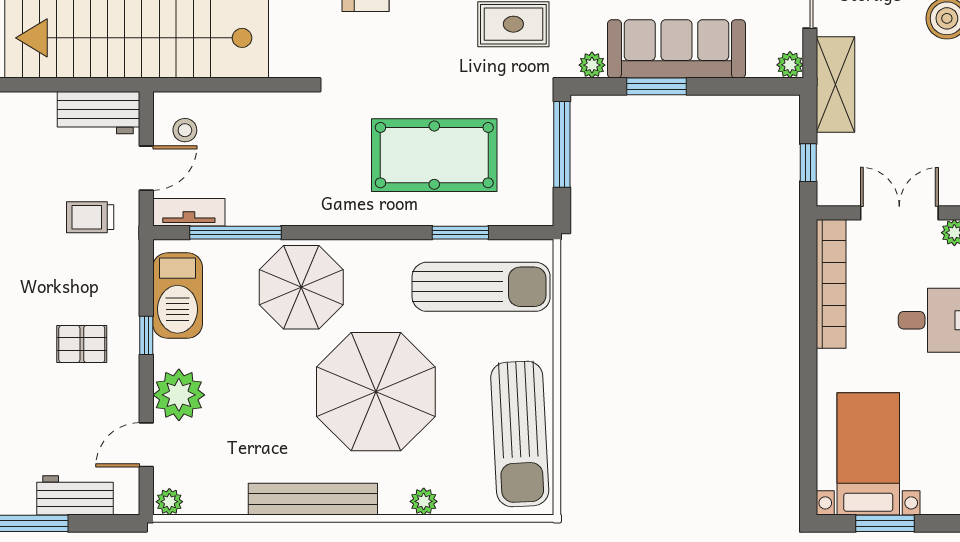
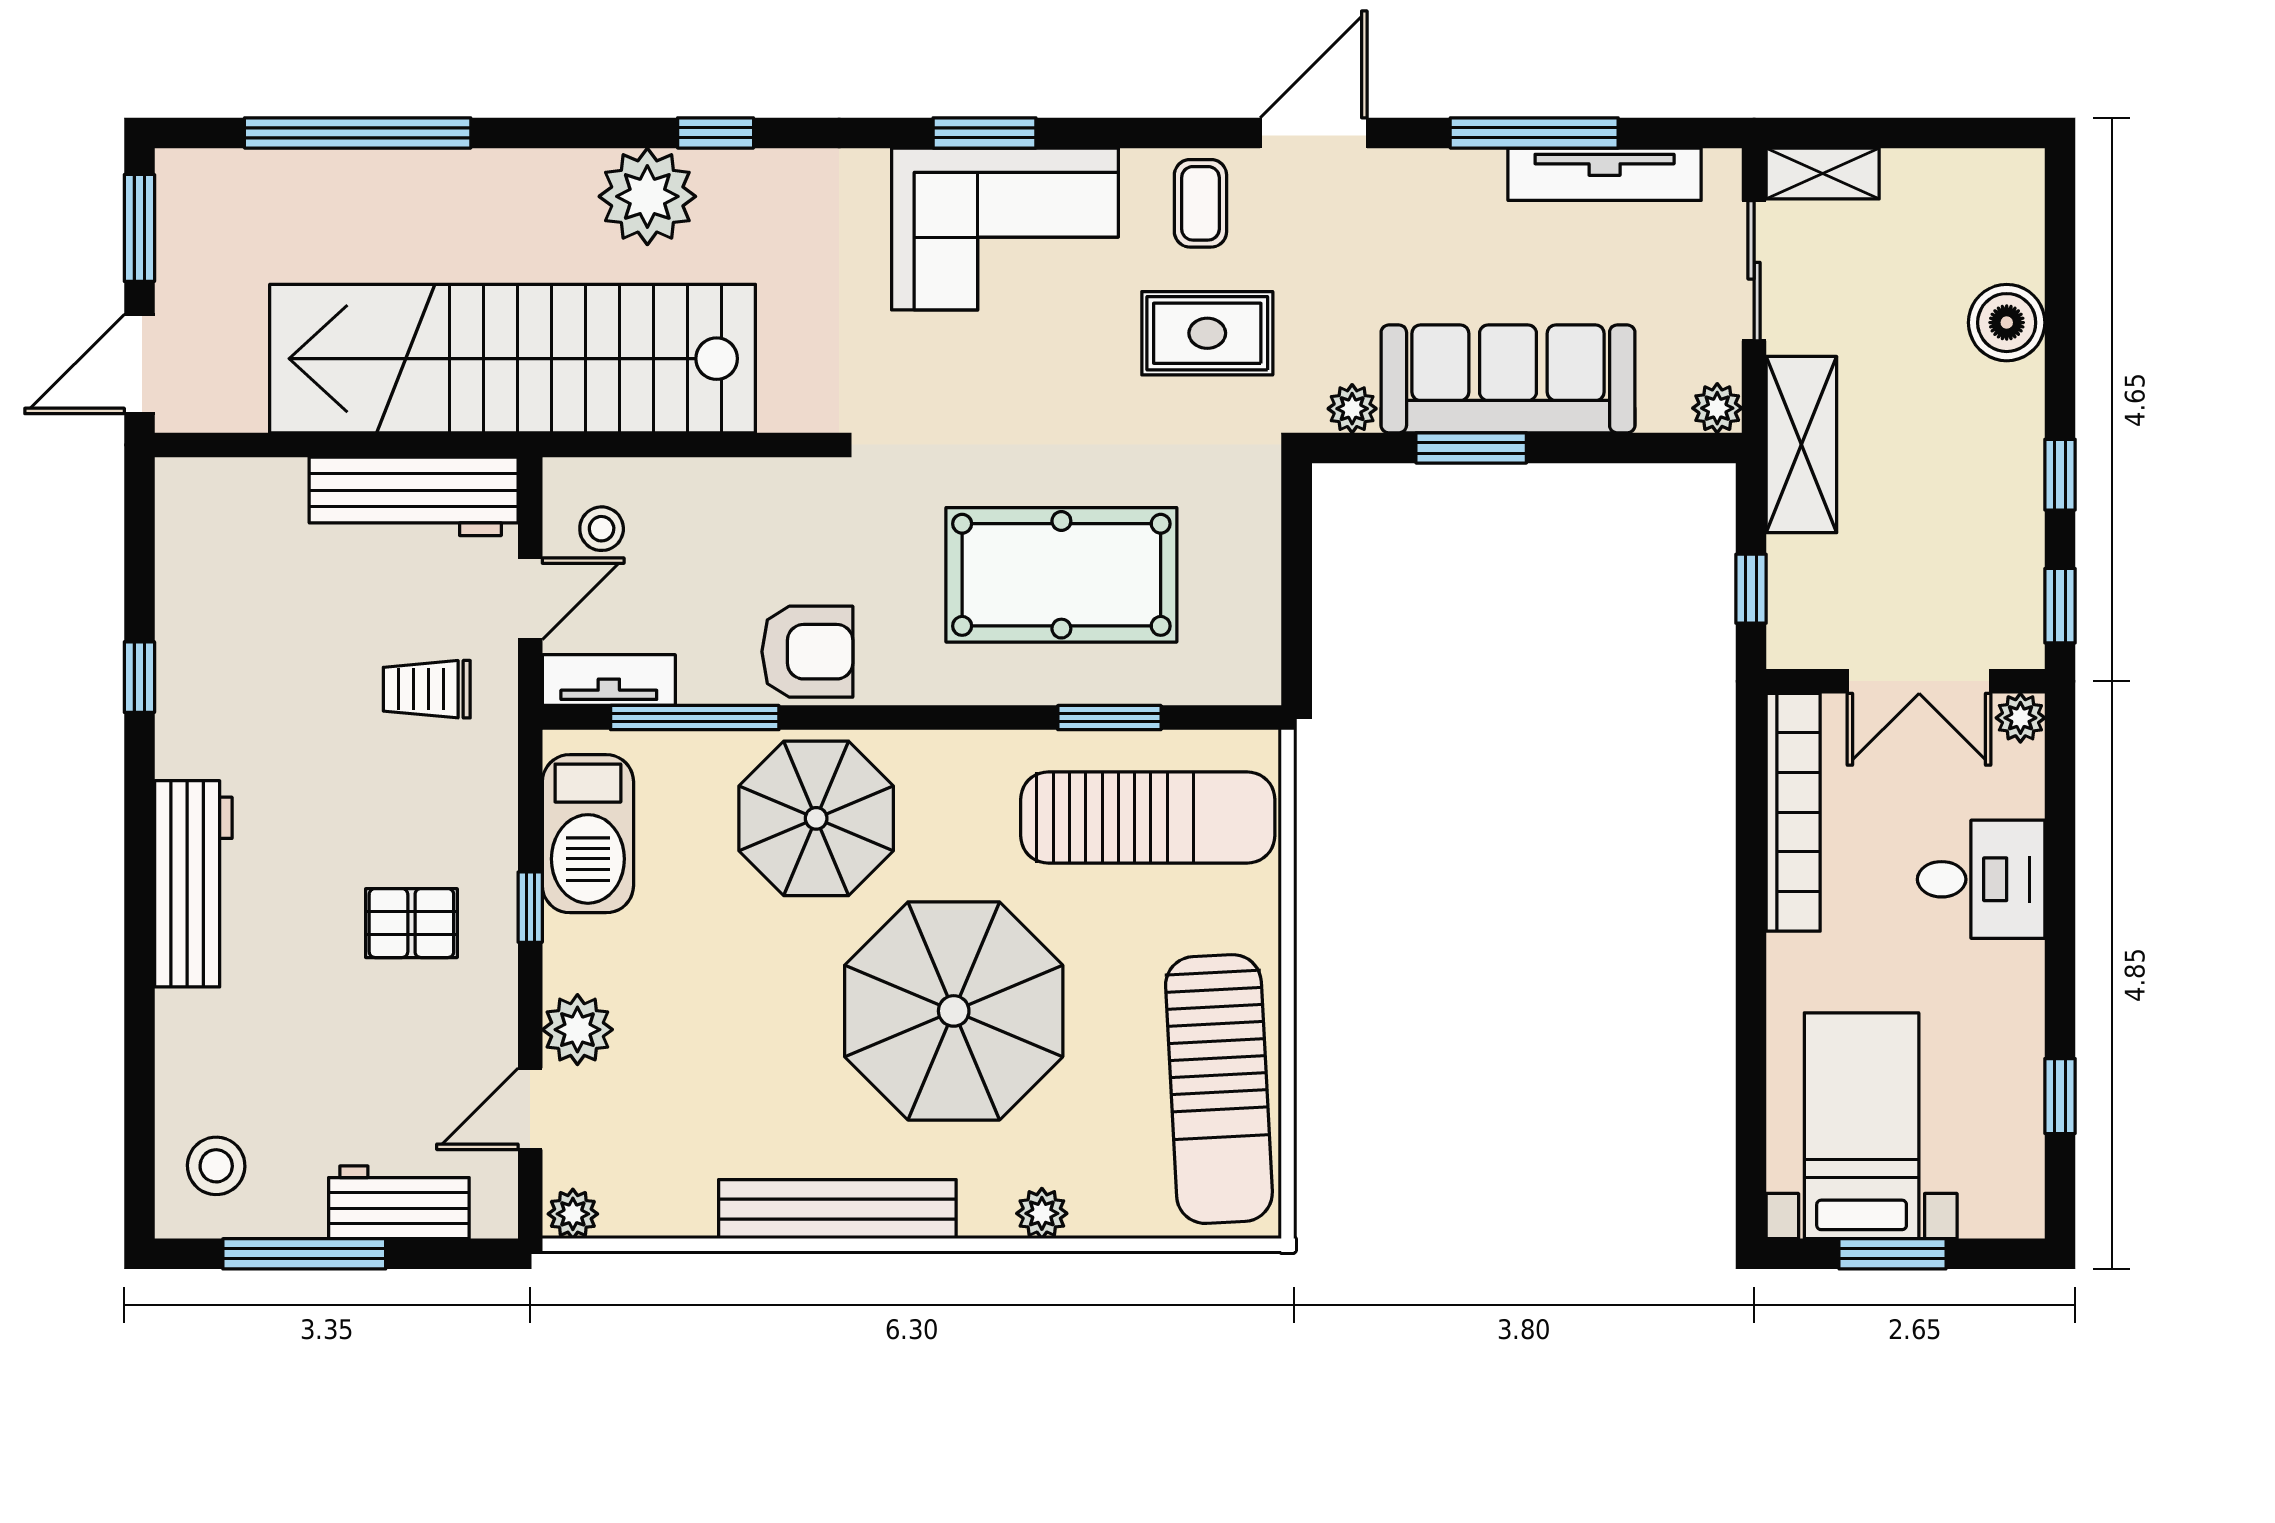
workbench: (98, 113) -> (414, 496), width x1.38
window: (562, 144) -> (1297, 555), removed
armchair: (297, 197) -> (807, 652), added
double door: (899, 213) -> (1919, 681), swing flipped
plant: (179, 395) -> (577, 1030), width x0.73, depth x0.73

